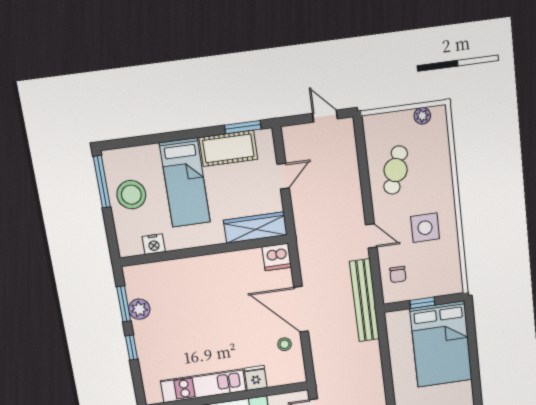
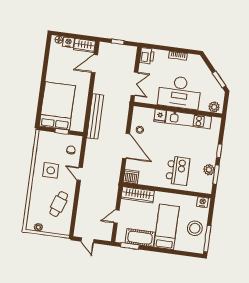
nightstand: (154, 244) -> (203, 202), moved
kitchen island: (195, 291) -> (178, 171), added
bench: (365, 300) -> (95, 116), moved

